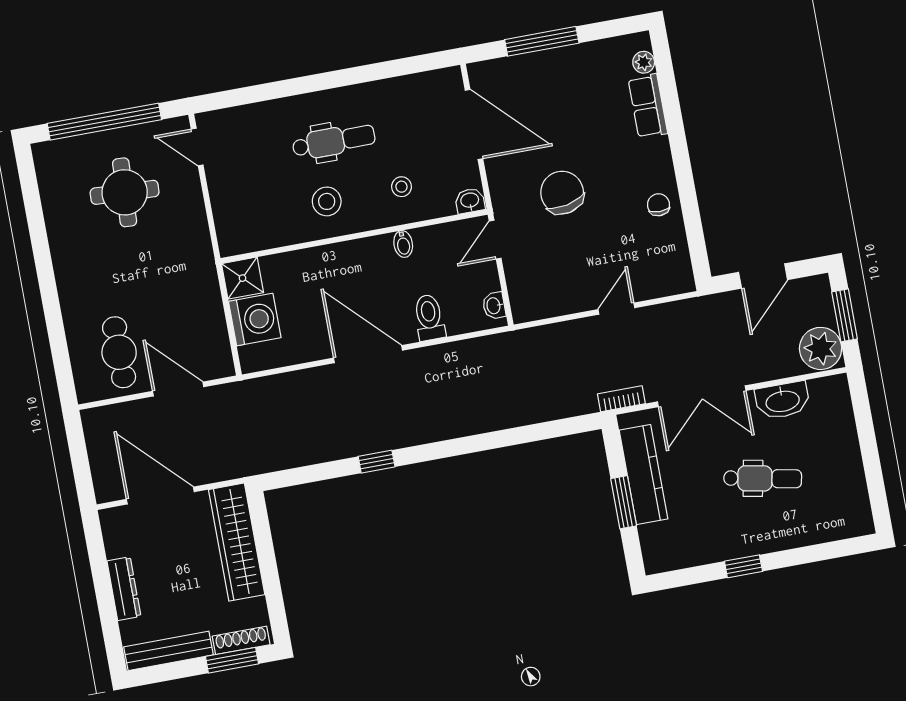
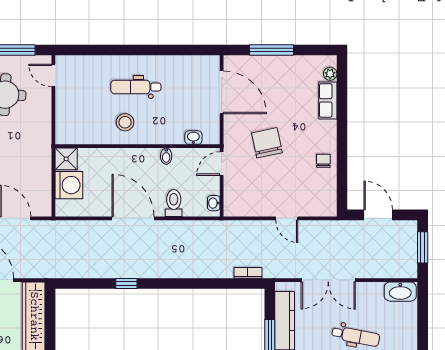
dental chair: (334, 141) -> (136, 87), turned 180
stool: (401, 187) -> (171, 122), removed
washbasin: (470, 201) -> (193, 138), moved
door: (763, 276) -> (378, 215), swing flipped
door: (616, 309) -> (287, 218), swing flipped
plant: (821, 348) -> (405, 265), removed
bookcase: (621, 399) -> (248, 273), moved
washbasin: (782, 400) -> (400, 292), moved

